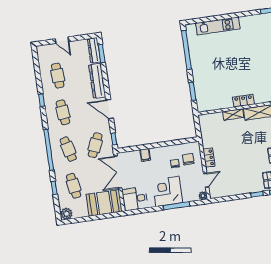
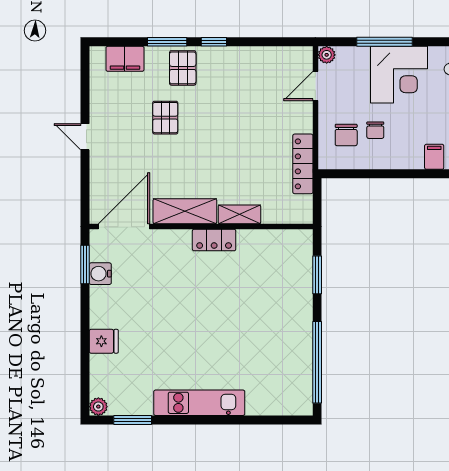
kitchen unit: (218, 26) -> (199, 403), moved
locker: (209, 158) -> (303, 164), moved, width x1.53

